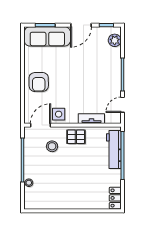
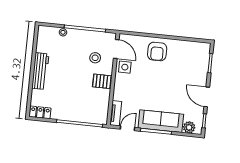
sofa: (47, 36) -> (161, 121), moved, turned 90
armchair: (39, 82) -> (157, 51), turned -89
door: (122, 105) -> (127, 128), hinge flipped
tv unit: (91, 119) -> (116, 113), moved
pallet: (76, 137) -> (102, 81), turned 90
workbench: (114, 149) -> (40, 71), moved, turned 90

